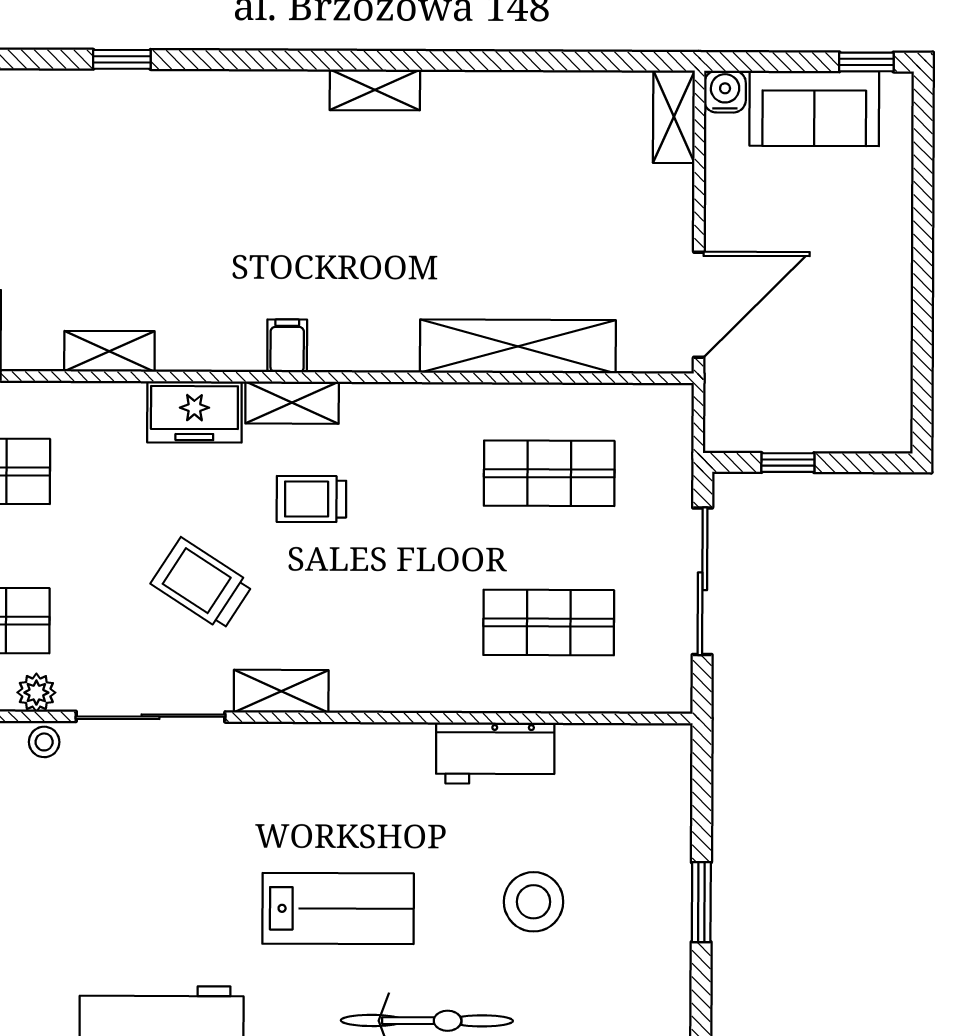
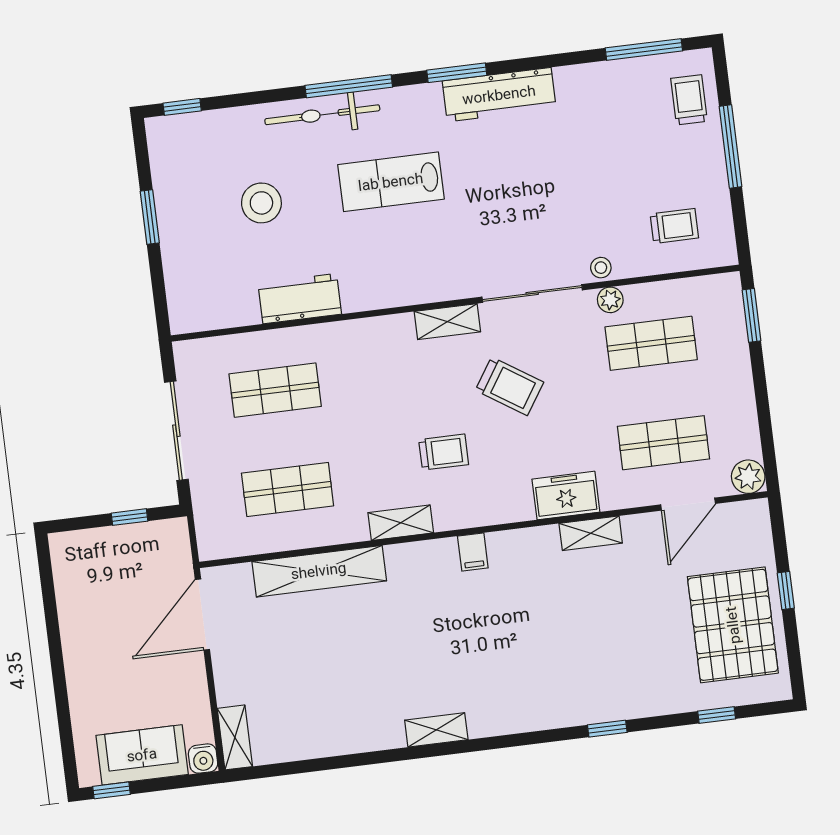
shelving: (292, 403) -> (401, 523), moved
freezer: (194, 412) -> (566, 496), moved

